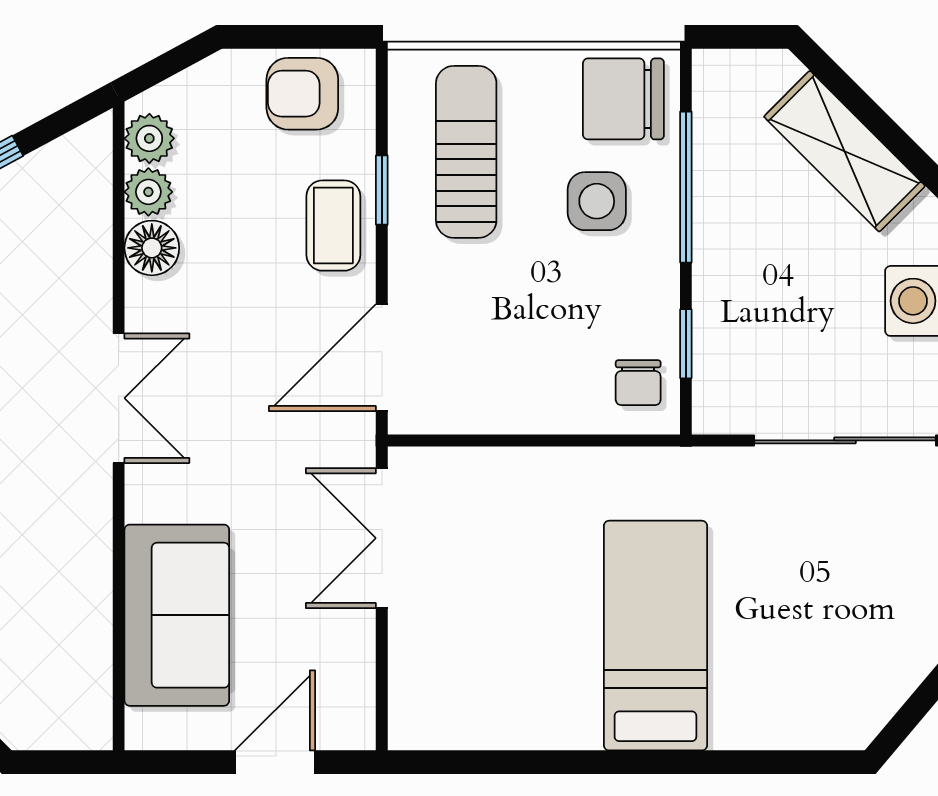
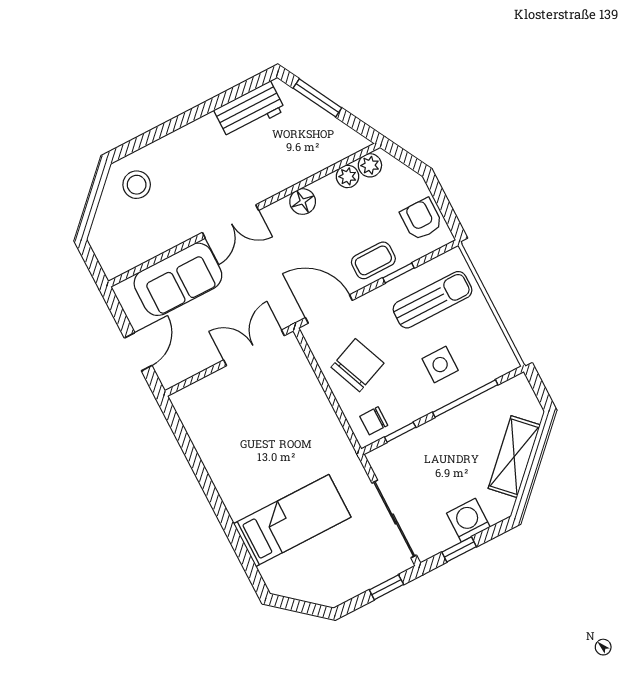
chair: (623, 99) -> (358, 365), moved, turned 68
floor lamp: (152, 248) -> (303, 202), moved
double door: (119, 398) -> (230, 221), moved
bed: (655, 636) -> (292, 520), moved
door: (275, 762) -> (138, 352), hinge flipped

